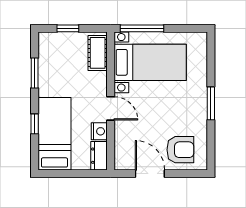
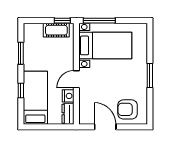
window: (68, 28) -> (62, 21), moved
cot: (98, 53) -> (56, 30), moved, turned 90
door: (111, 108) -> (76, 79), swing flipped
armchair: (180, 150) -> (128, 109), turned 180

